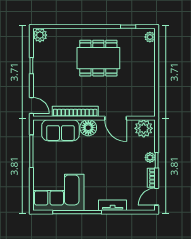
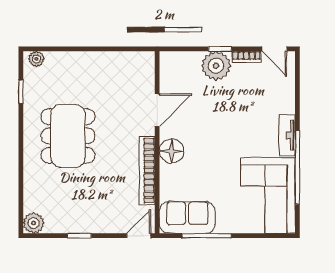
plant: (144, 128) -> (173, 68), removed
sofa: (60, 130) -> (187, 217), moved, turned -90
plant: (150, 157) -> (216, 66), width x1.87, depth x1.87
tv unit: (113, 205) -> (287, 135), moved

